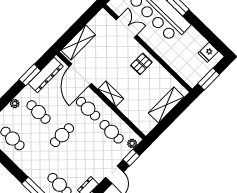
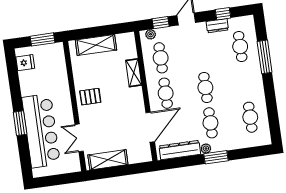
shelving: (78, 43) -> (108, 160), moved
window: (30, 75) -> (216, 157), moved
shelving: (111, 94) -> (134, 73), moved
plant: (15, 104) -> (206, 148), moved
cafe table: (62, 135) -> (205, 88), turned 90

